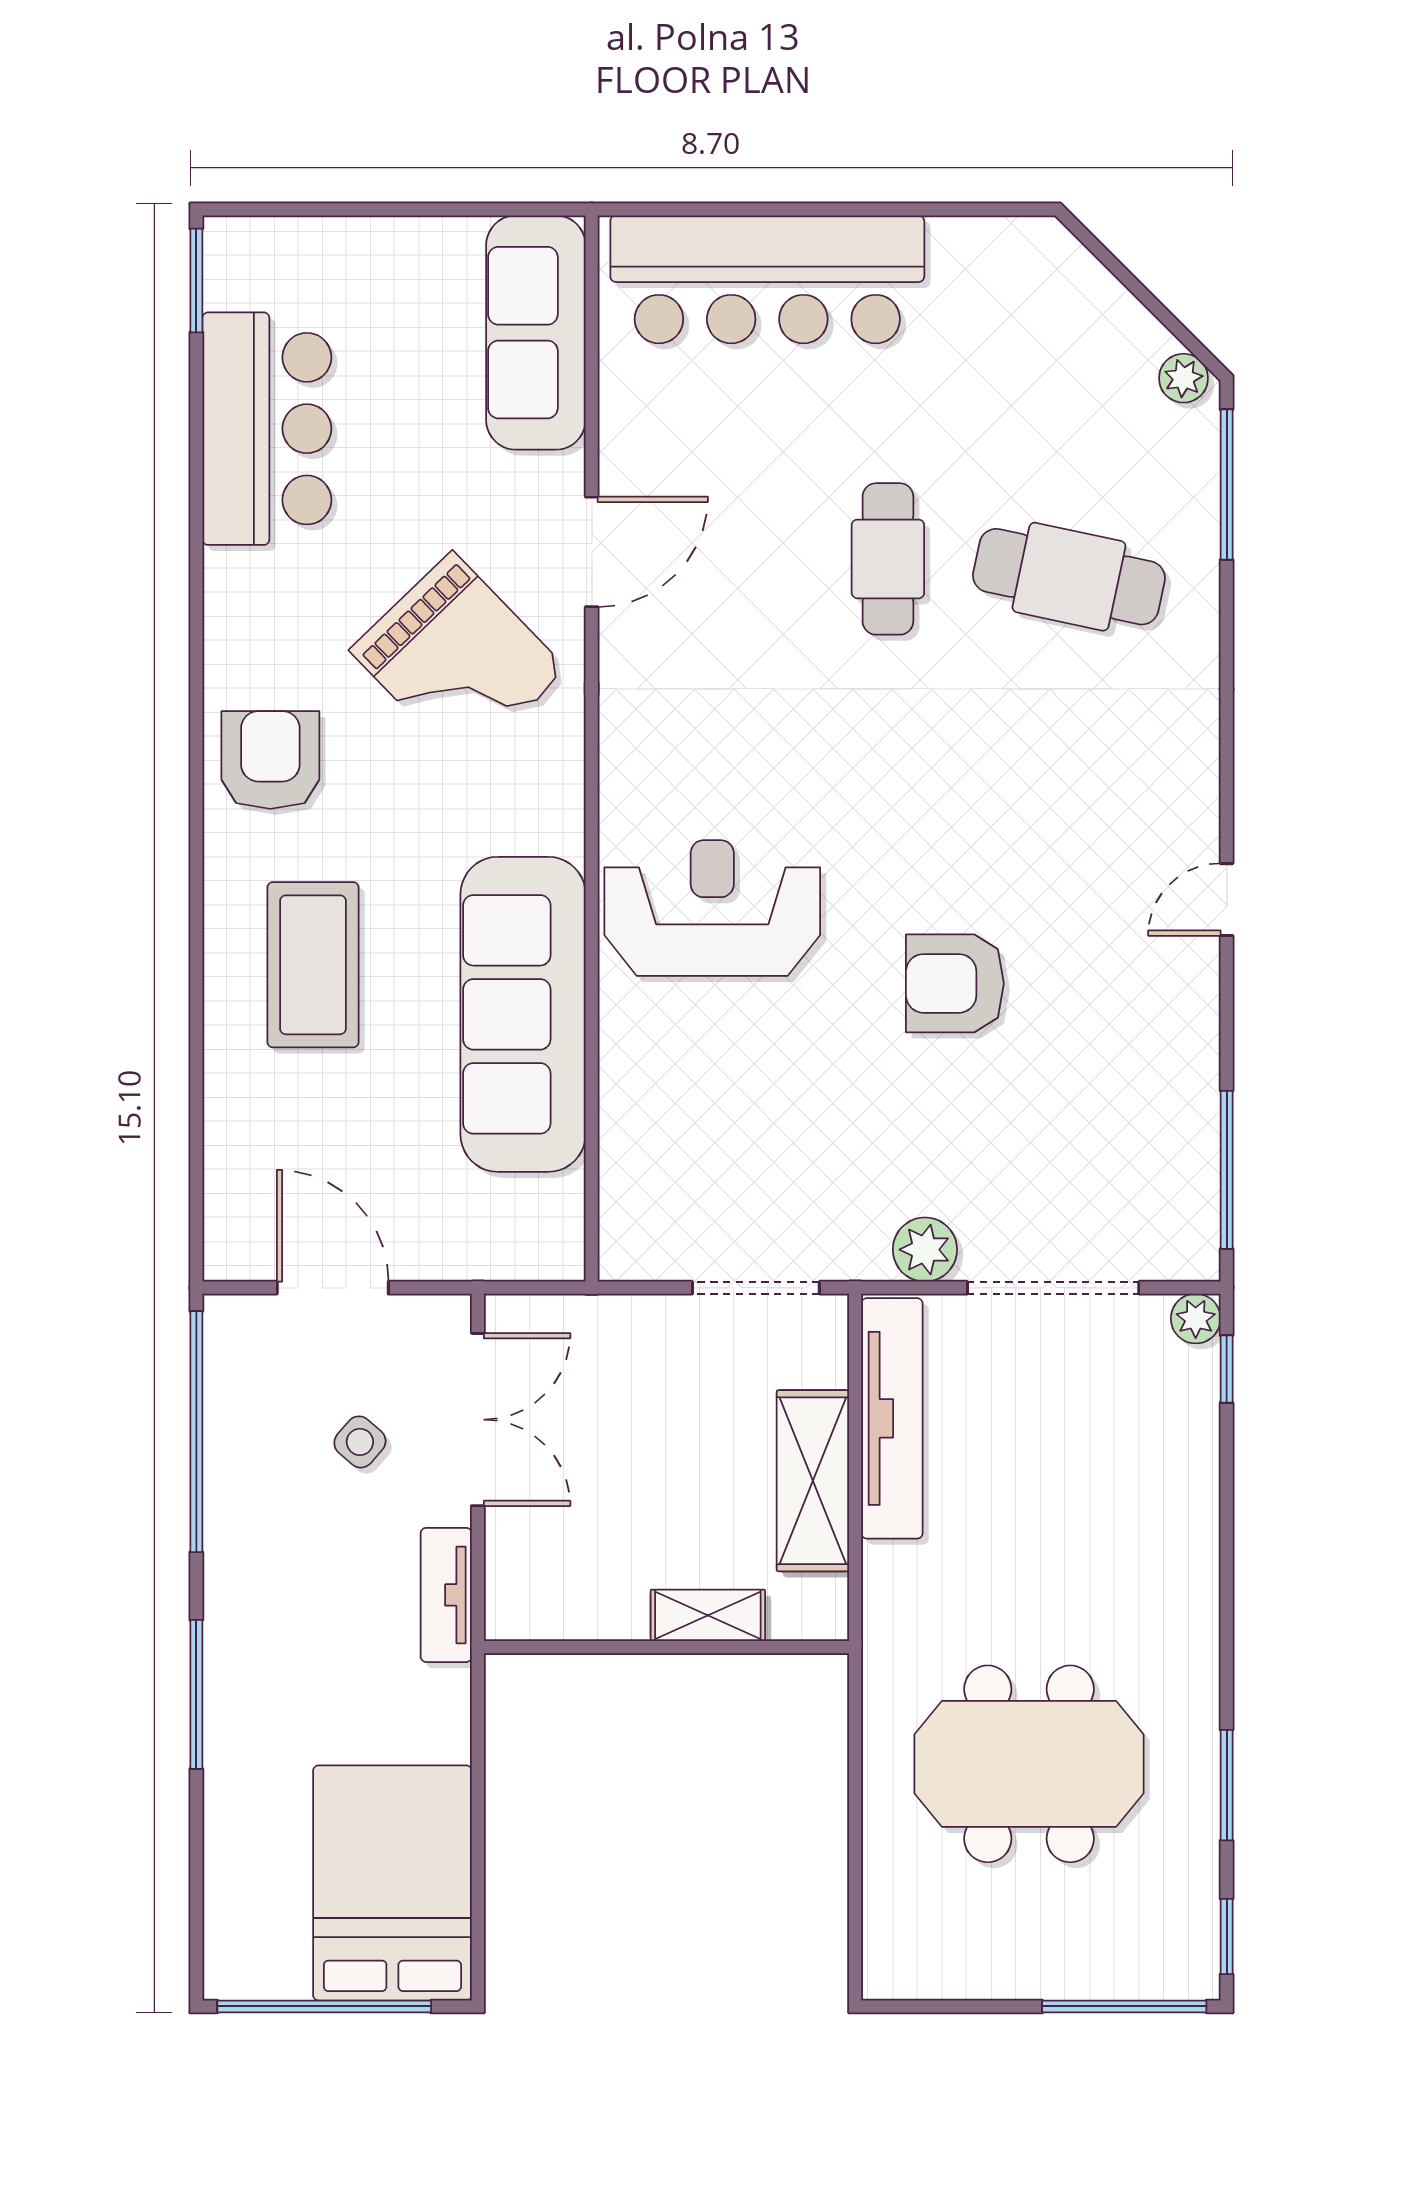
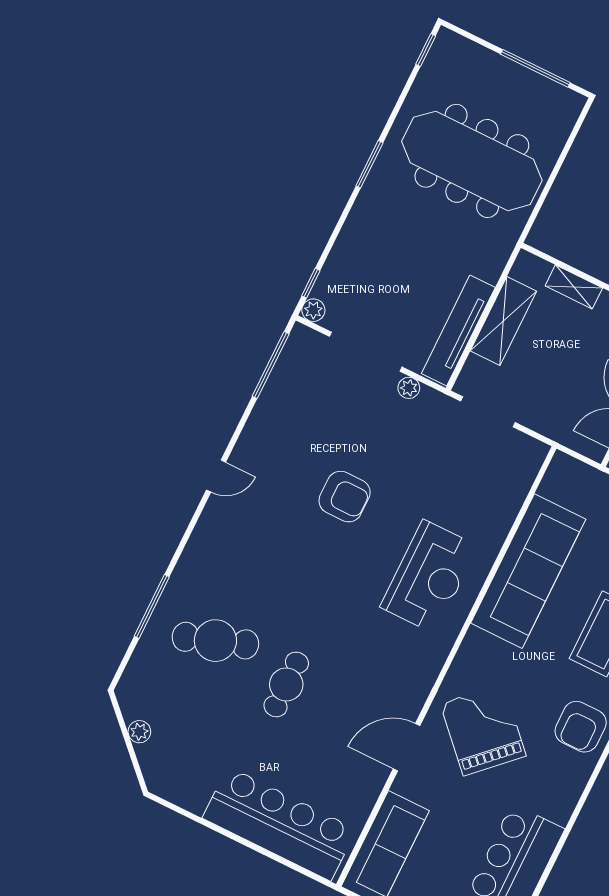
plant: (1183, 378) -> (139, 732), moved
window: (1227, 485) -> (152, 607), moved
cafe table: (1069, 577) -> (215, 641), turned -31
reception desk: (712, 908) -> (429, 577), turned -90
plant: (925, 1250) -> (409, 388), width x0.73, depth x0.73
meeting table: (1029, 1764) -> (472, 161), width x1.36
window: (1227, 1785) -> (369, 164), moved
window: (1124, 2006) -> (535, 68), moved

